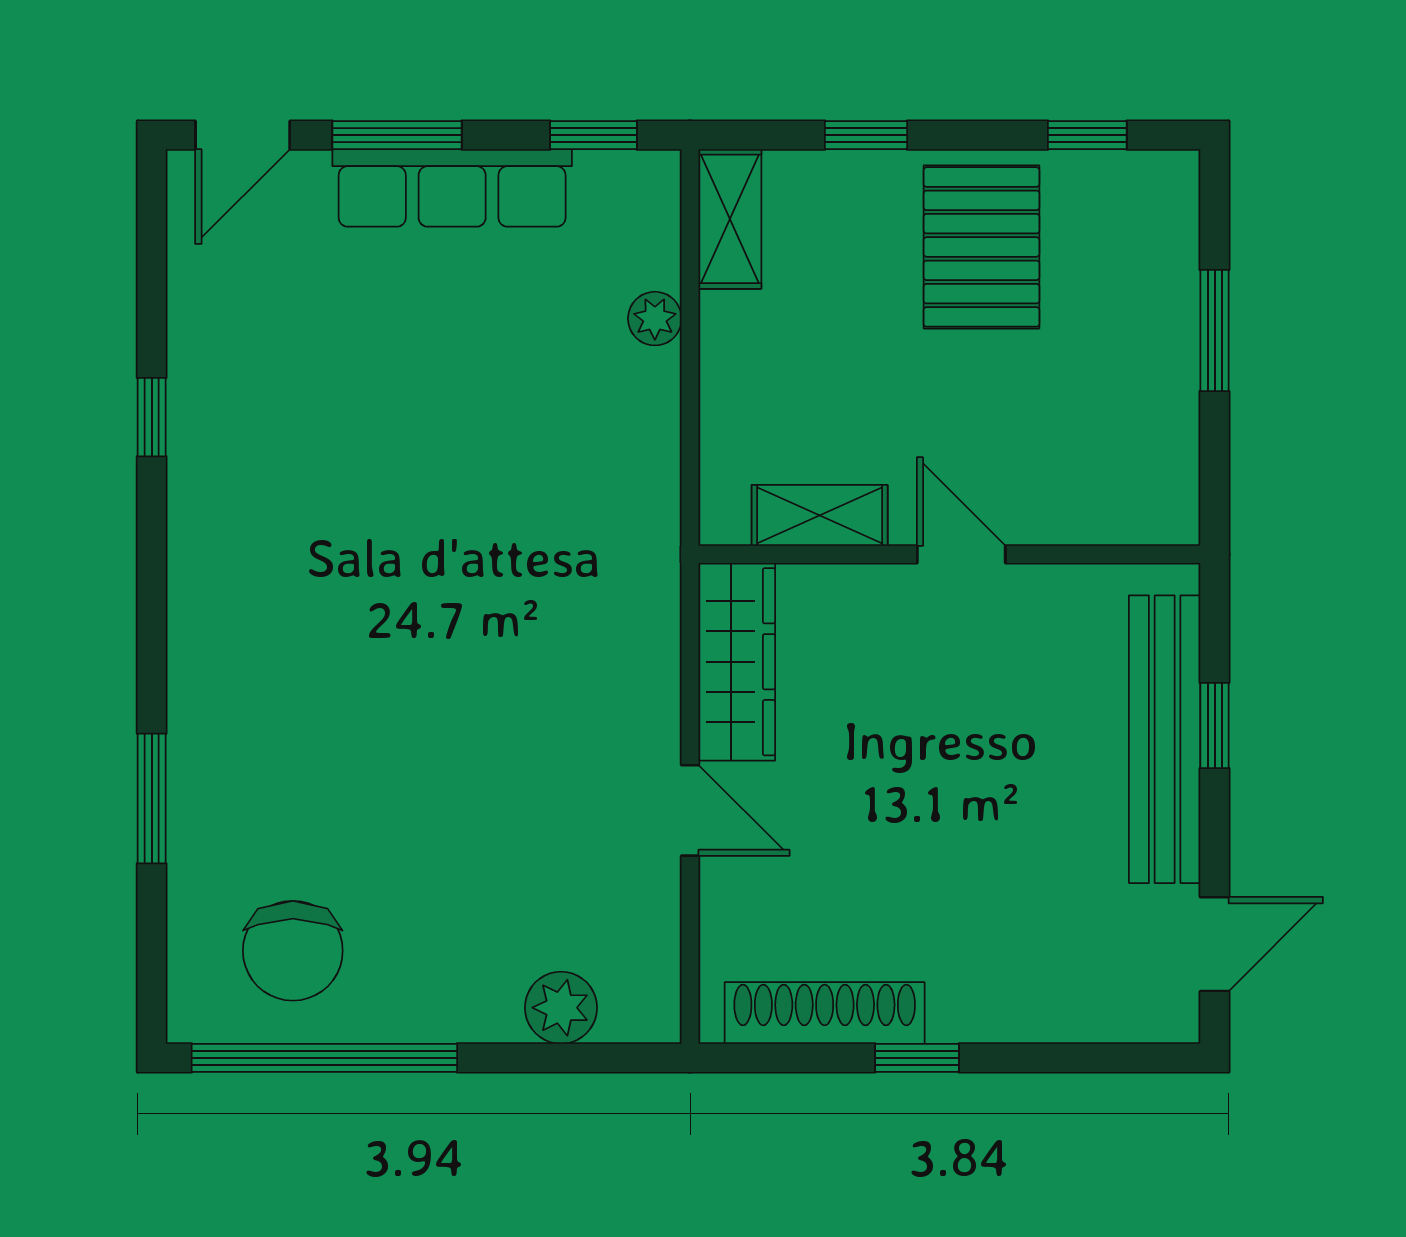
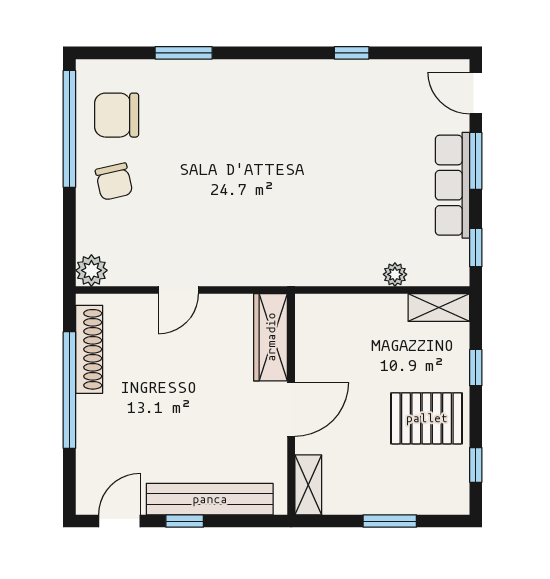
shelving: (820, 515) -> (308, 485), moved
door: (961, 554) -> (291, 409), width x1.38
wardrobe: (737, 662) -> (271, 337), moved, turned 90
window: (1215, 725) -> (185, 521), moved
door: (1215, 944) -> (119, 521), swing flipped
chair: (444, 956) -> (114, 182), added
plant: (561, 1008) -> (91, 270), moved
window: (917, 1058) -> (69, 390), width x3.17

